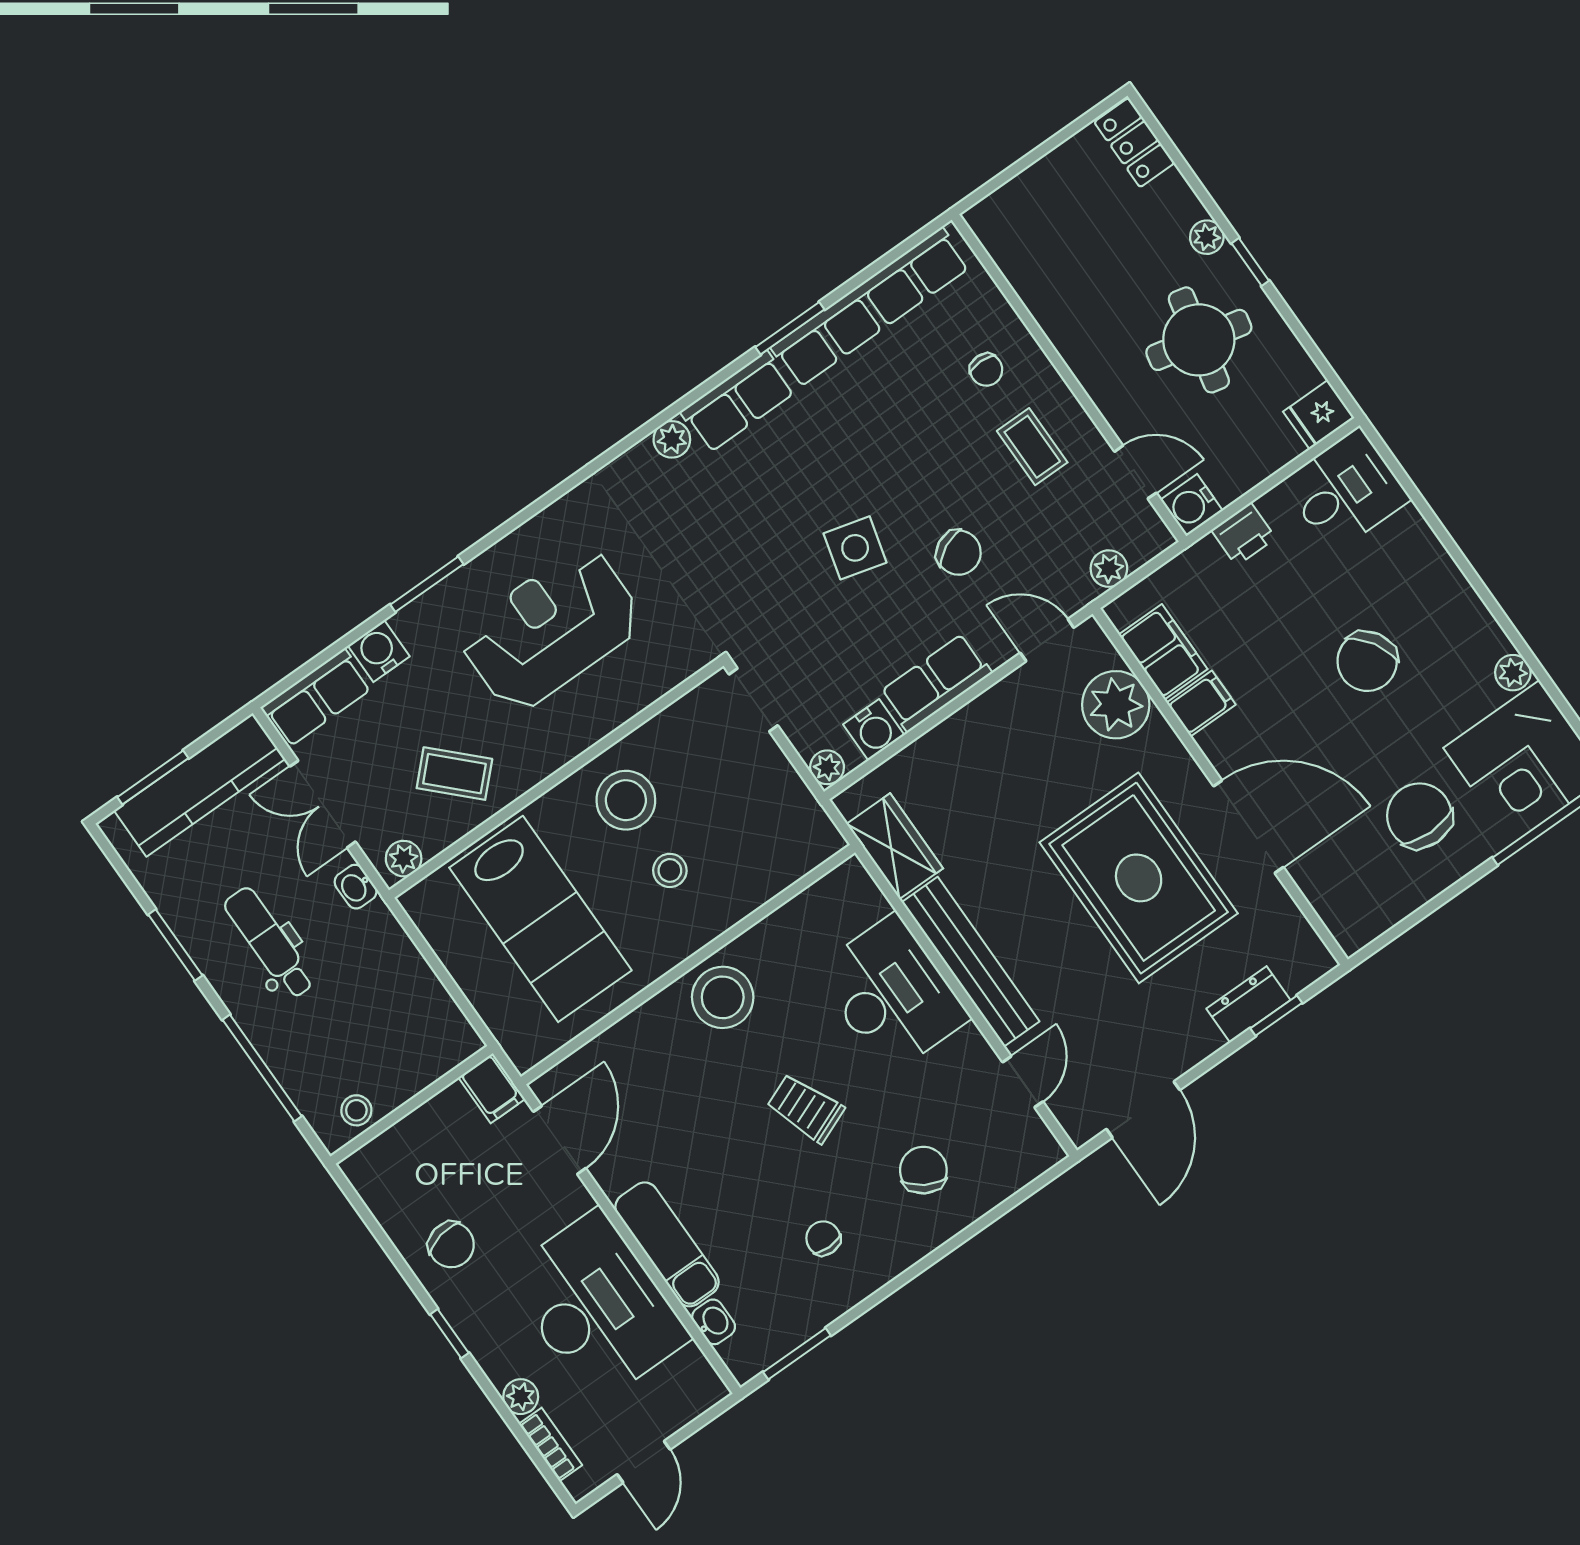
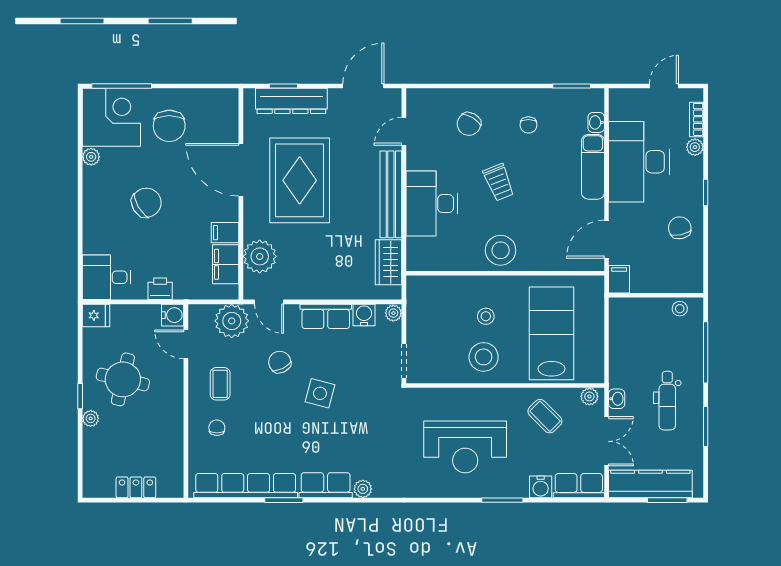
locker: (1134, 143) -> (136, 487), moved, turned -90
plant: (1109, 569) -> (232, 321), width x1.87, depth x1.87
dresser: (1248, 1004) -> (291, 101), width x1.96, depth x1.24

